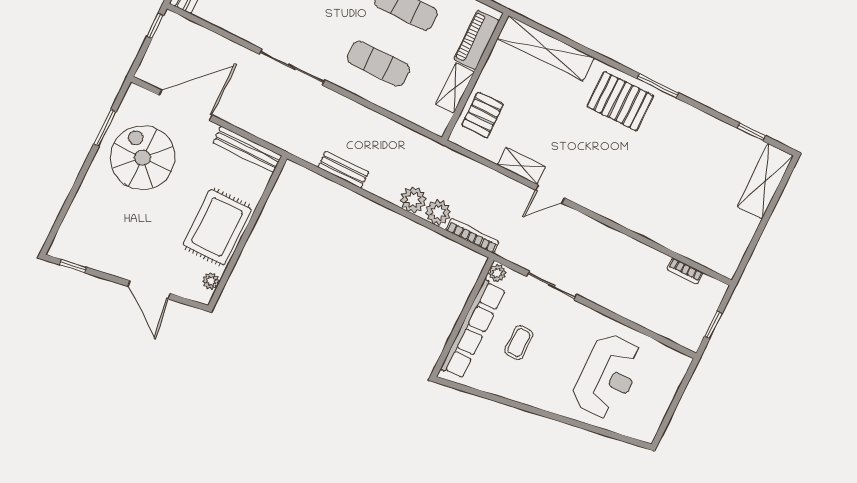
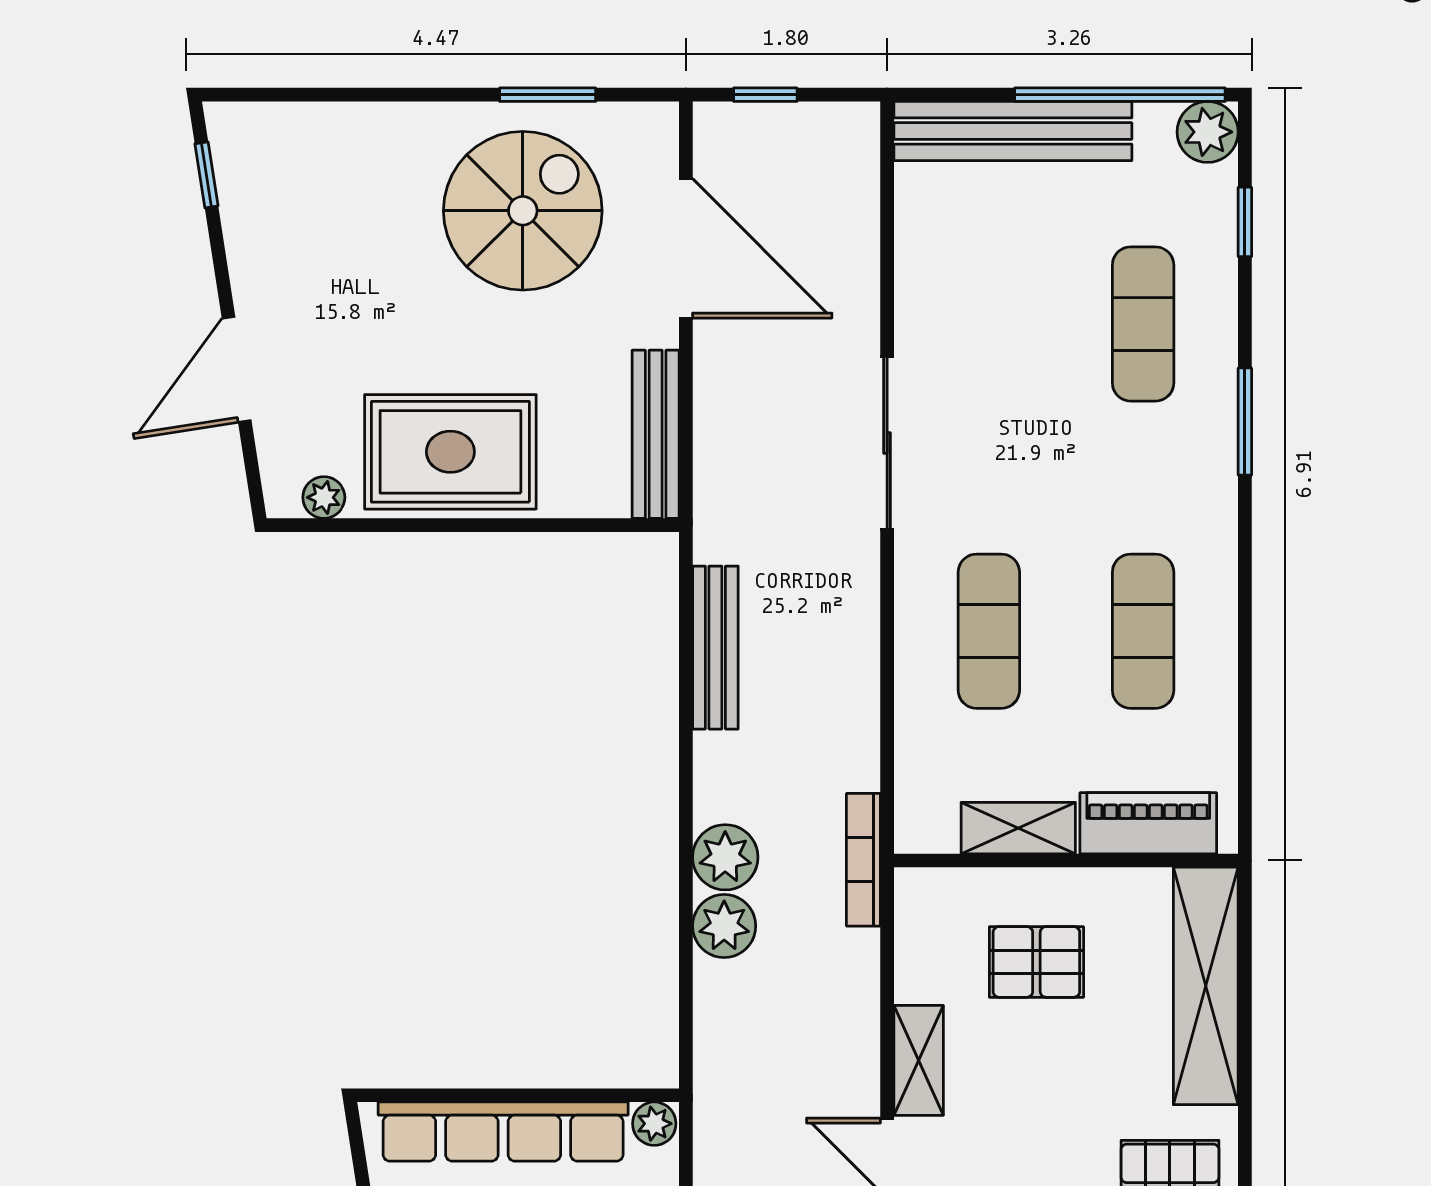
window: (155, 26) -> (765, 95), moved
pallet: (483, 115) -> (1036, 962), moved
bench: (343, 170) -> (715, 648), width x1.36
bookcase: (473, 236) -> (863, 860), moved, turned 180

